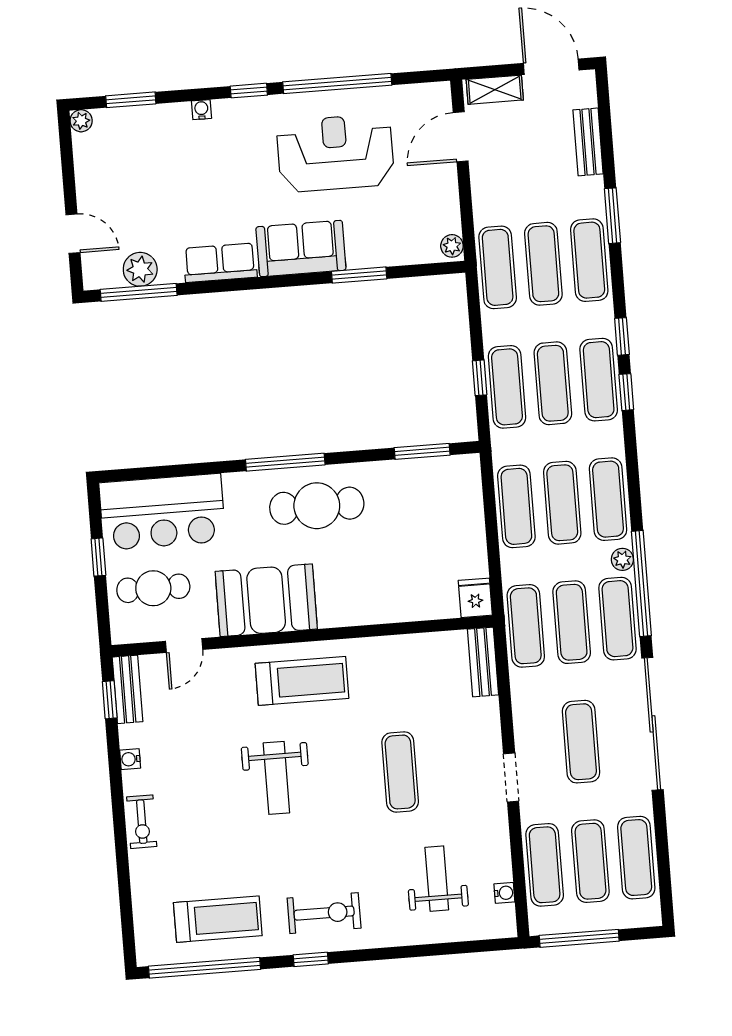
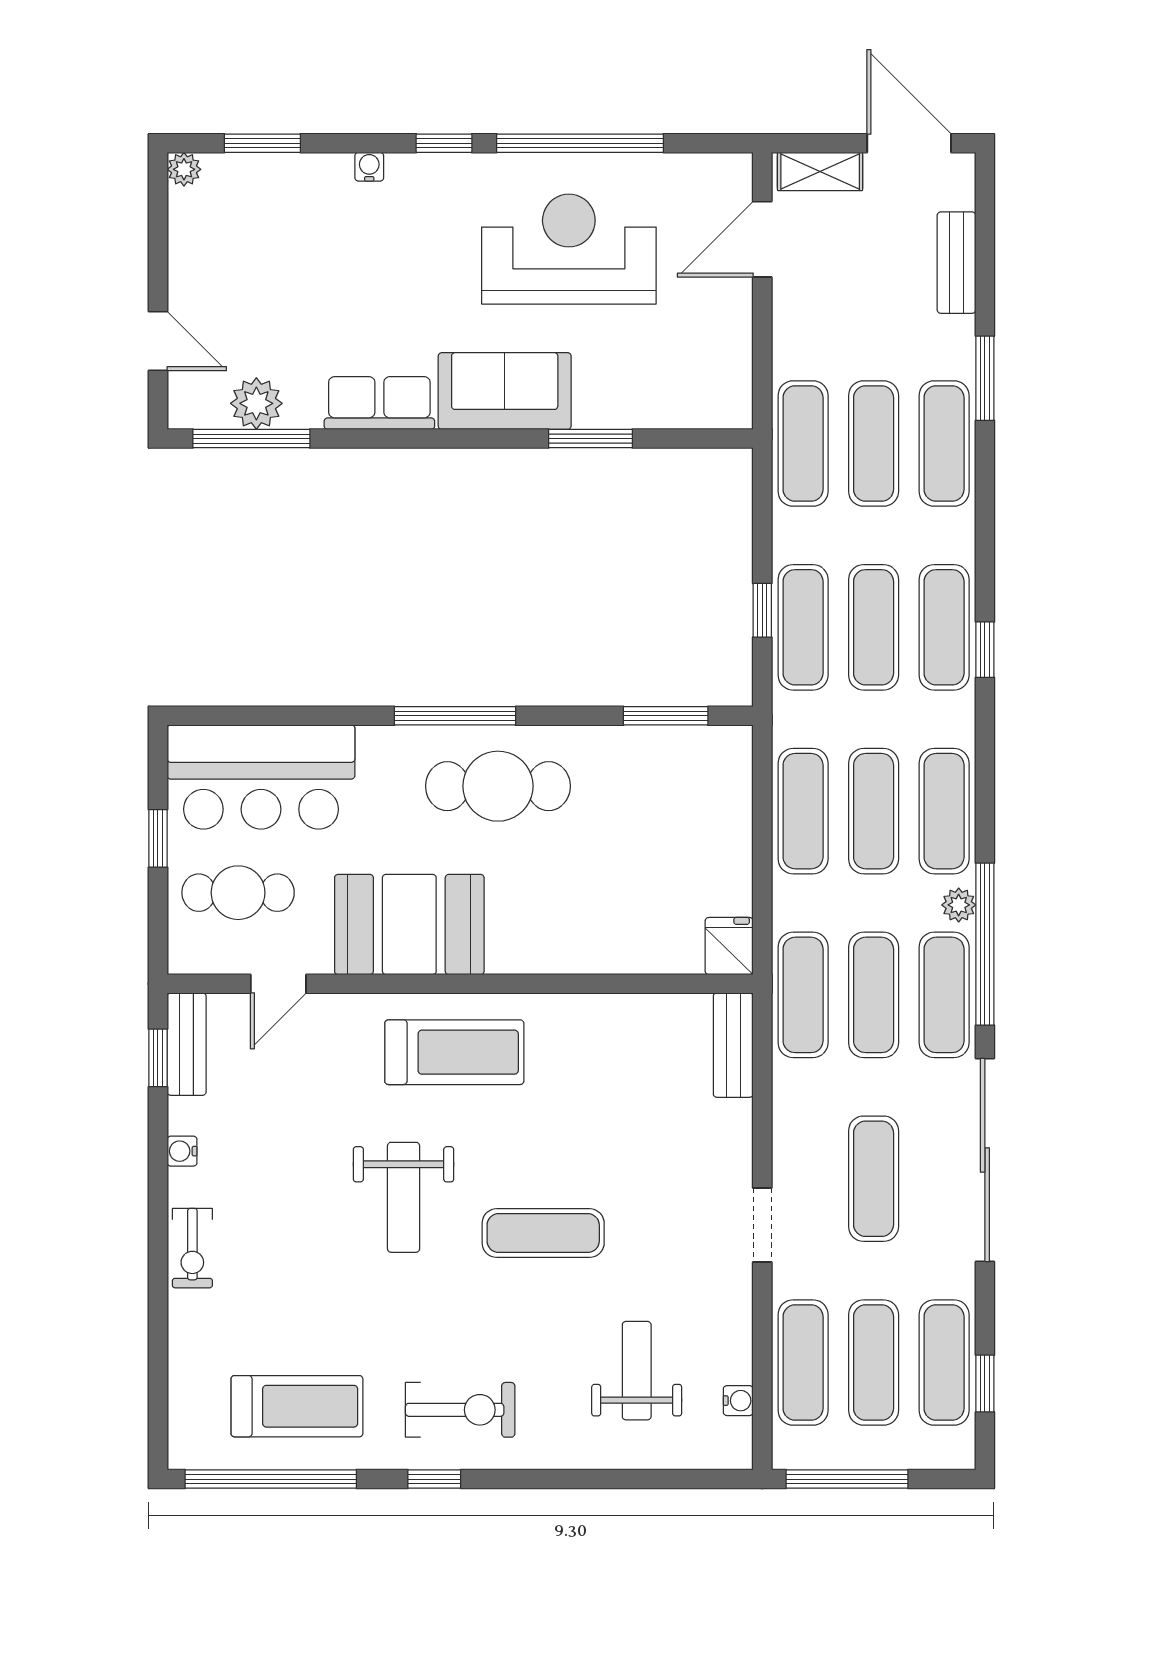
plant: (452, 246) -> (736, 405), removed
window: (622, 336) -> (985, 1383), moved
exercise mat: (400, 772) -> (543, 1233), moved, turned 90

